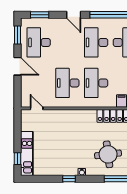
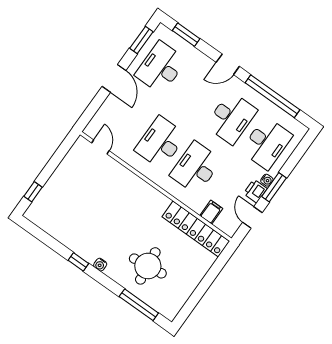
door: (74, 15) -> (228, 64), hinge flipped
desk: (96, 42) -> (231, 118), turned 180
kitchen unit: (27, 154) -> (49, 194), removed

